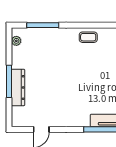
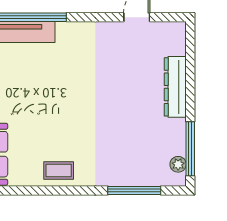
window: (9, 81) -> (190, 149), moved

